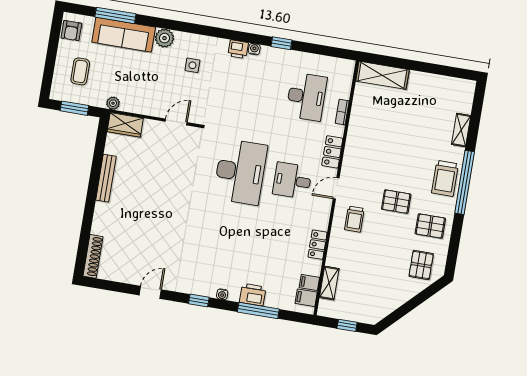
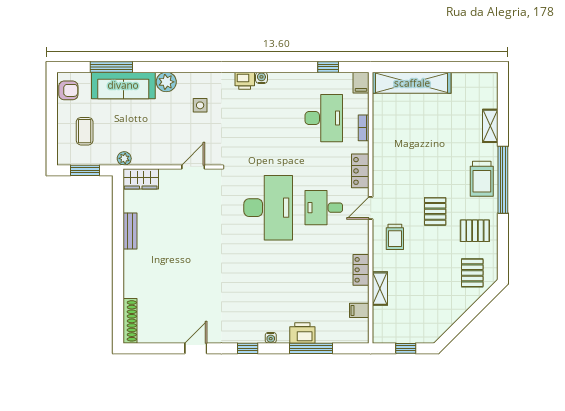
armchair: (71, 31) -> (68, 90), turned -90
window: (281, 43) -> (328, 67), moved
shelving: (382, 75) -> (412, 83), width x1.47
bench: (106, 178) -> (130, 231), width x0.73
pallet: (396, 202) -> (435, 211), turned 90
shelving: (329, 283) -> (380, 289), moved
filing cabinet: (306, 298) -> (361, 83), moved, turned -90

